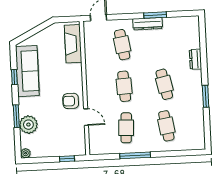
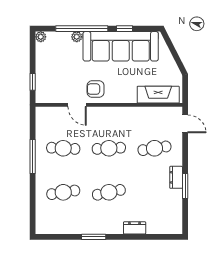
dresser: (148, 24) -> (176, 177), width x0.70
sofa: (27, 71) -> (121, 46), width x1.36, depth x1.27
armchair: (71, 101) -> (96, 89), turned -90
window: (16, 116) -> (82, 29), width x2.11
door: (86, 117) -> (77, 105), hinge flipped
plant: (28, 125) -> (77, 37), width x0.53, depth x0.53

